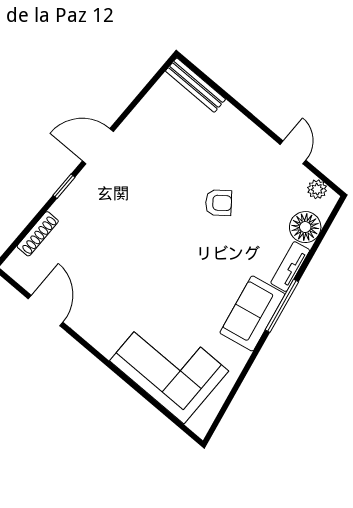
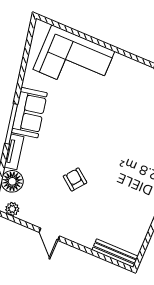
door: (293, 152) -> (49, 234), moved
armchair: (219, 203) -> (75, 179), turned 76

